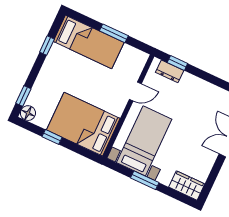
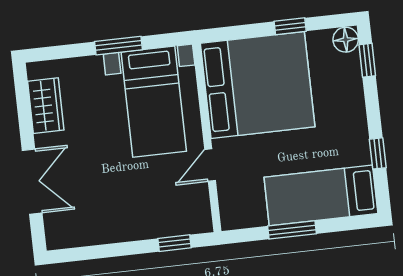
dresser: (170, 71) -> (178, 224), removed
bed: (83, 124) -> (258, 85), width x1.36
wardrobe: (187, 185) -> (46, 106), moved, turned -90

